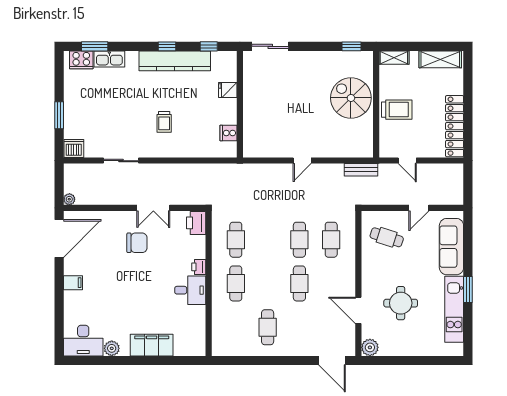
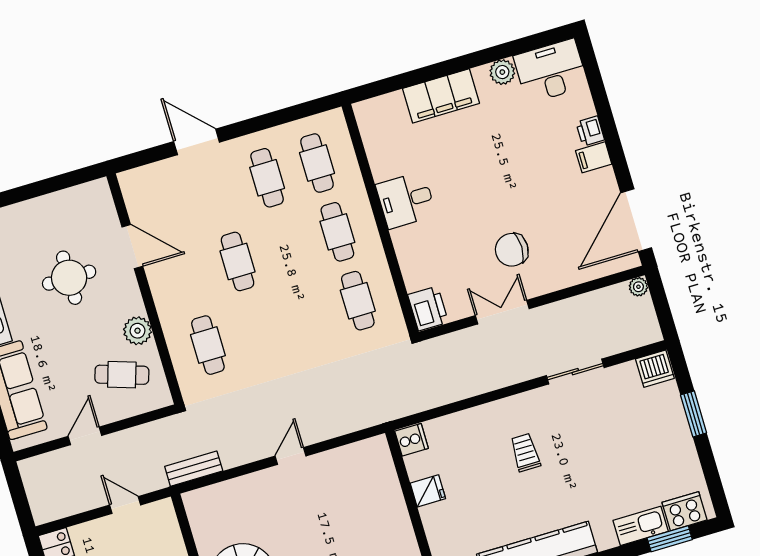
fridge: (228, 90) -> (428, 491), moved
cooker: (228, 133) -> (412, 440), moved
cafe table: (299, 240) -> (317, 163), moved
printer: (199, 267) -> (590, 131), moved, turned 180
plant: (370, 347) -> (137, 331), moved
door: (332, 360) -> (197, 142), moved

